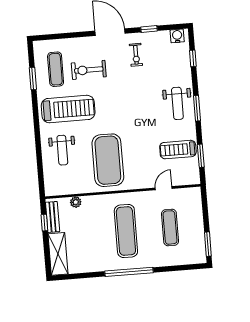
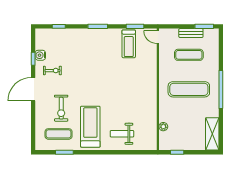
water cooler: (177, 36) -> (40, 55), moved
weight bench: (177, 103) -> (93, 41), removed
weight bench: (62, 150) -> (122, 134), turned 180
exercise mat: (108, 160) -> (133, 99), removed
door: (164, 188) -> (158, 37), moved
bench: (53, 217) -> (191, 33), moved
shelving: (58, 254) -> (212, 134), moved, turned 90

